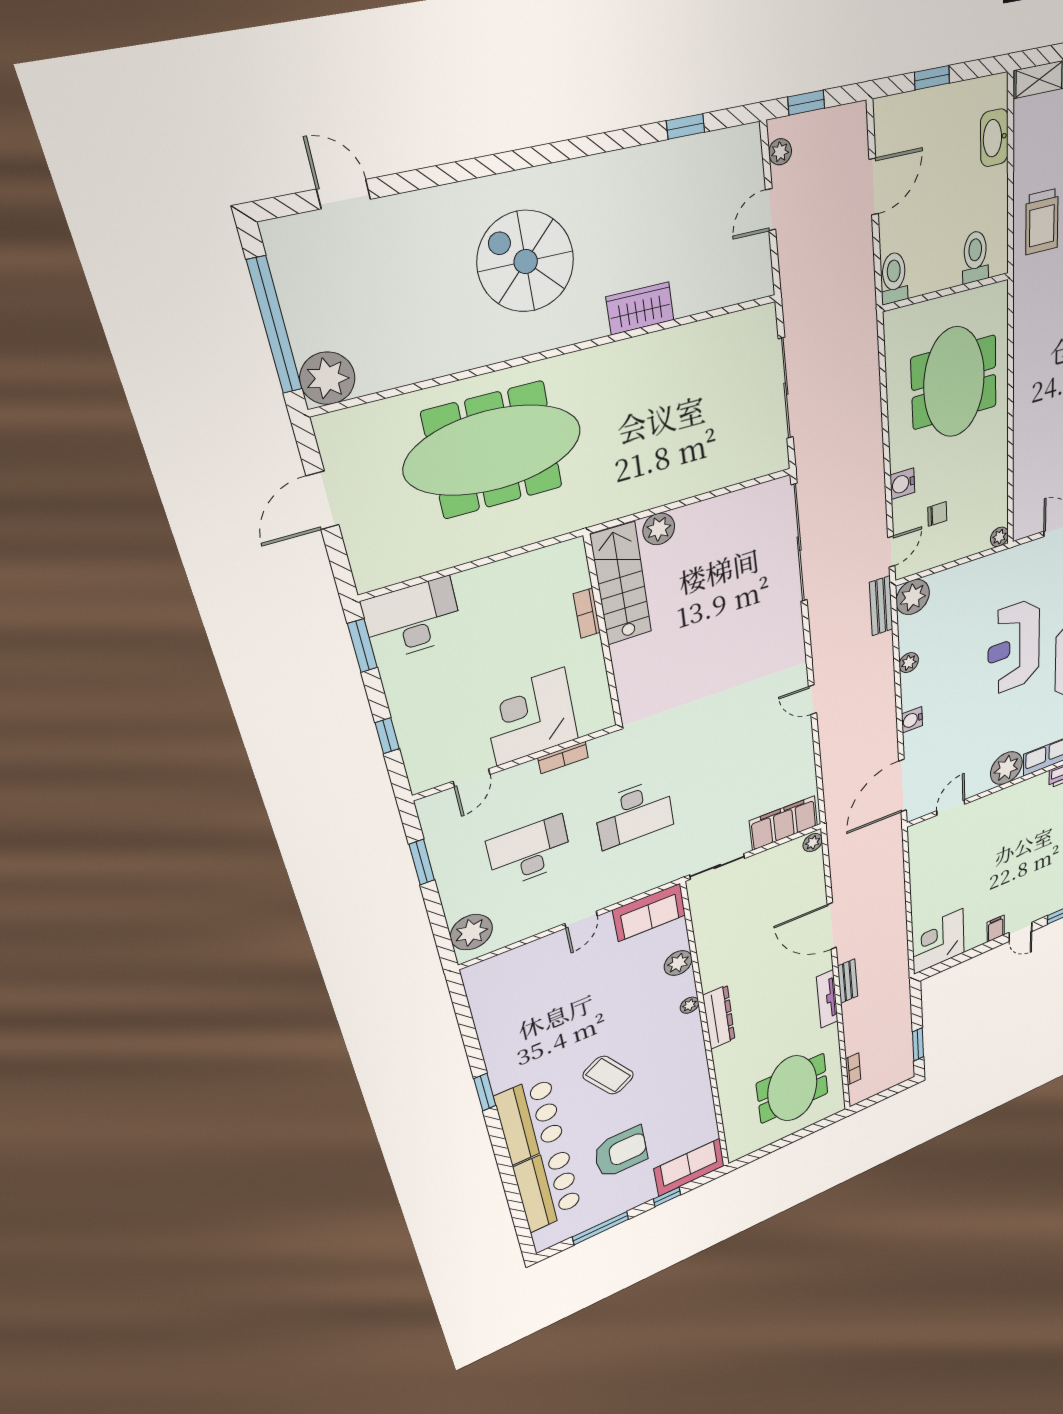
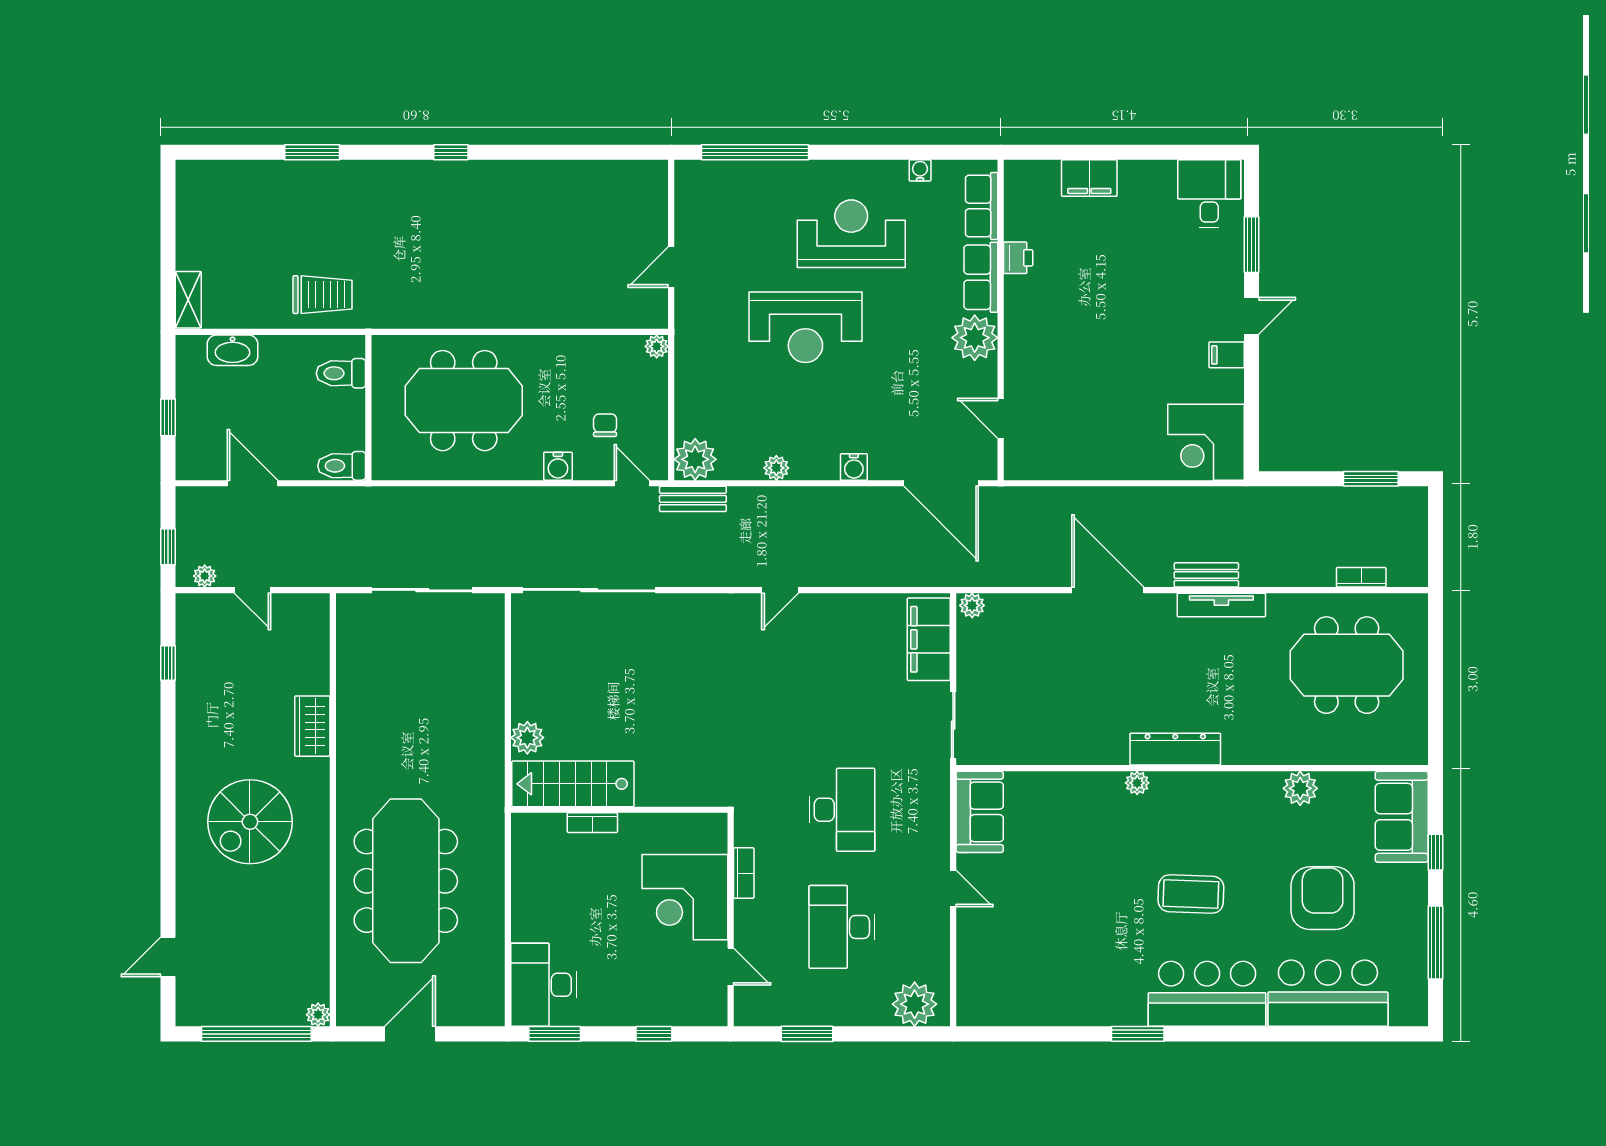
plant: (327, 378) -> (318, 1015), width x0.53, depth x0.53
door: (323, 501) -> (410, 1034), swing flipped
door: (832, 926) -> (1108, 590), swing flipped
plant: (678, 963) -> (1300, 788), moved
coffee table: (608, 1075) -> (1191, 894), turned 35

